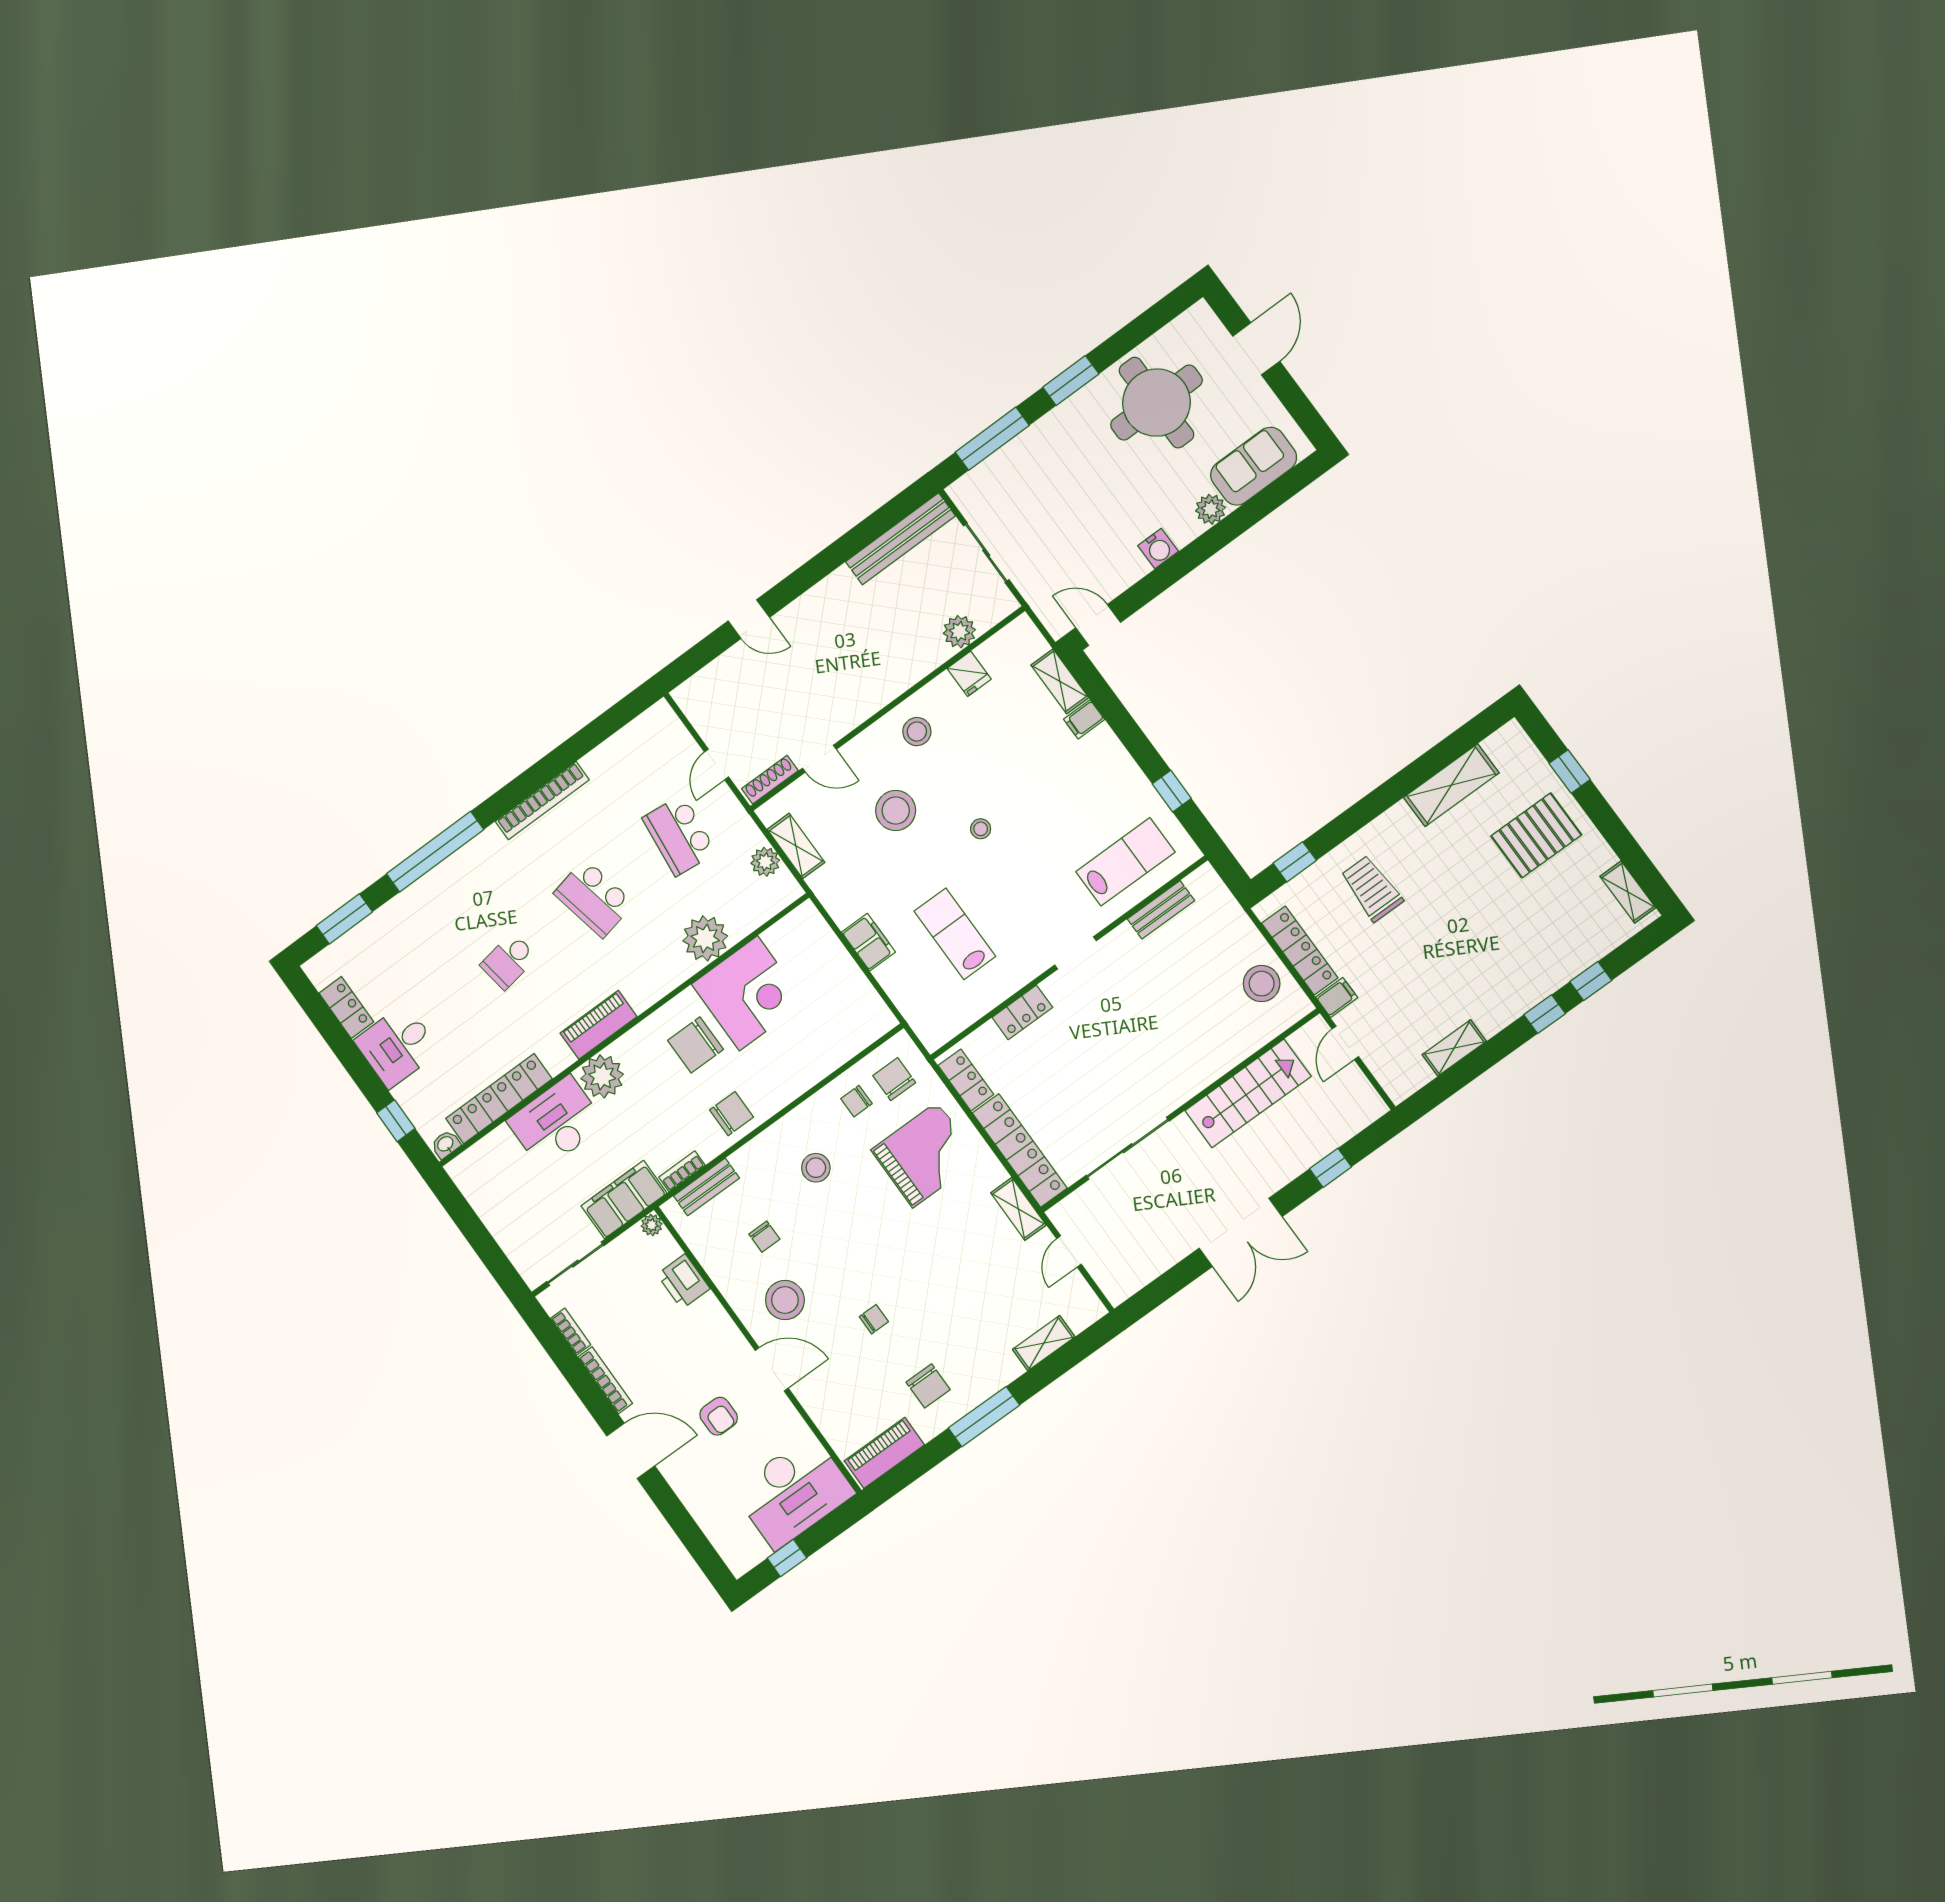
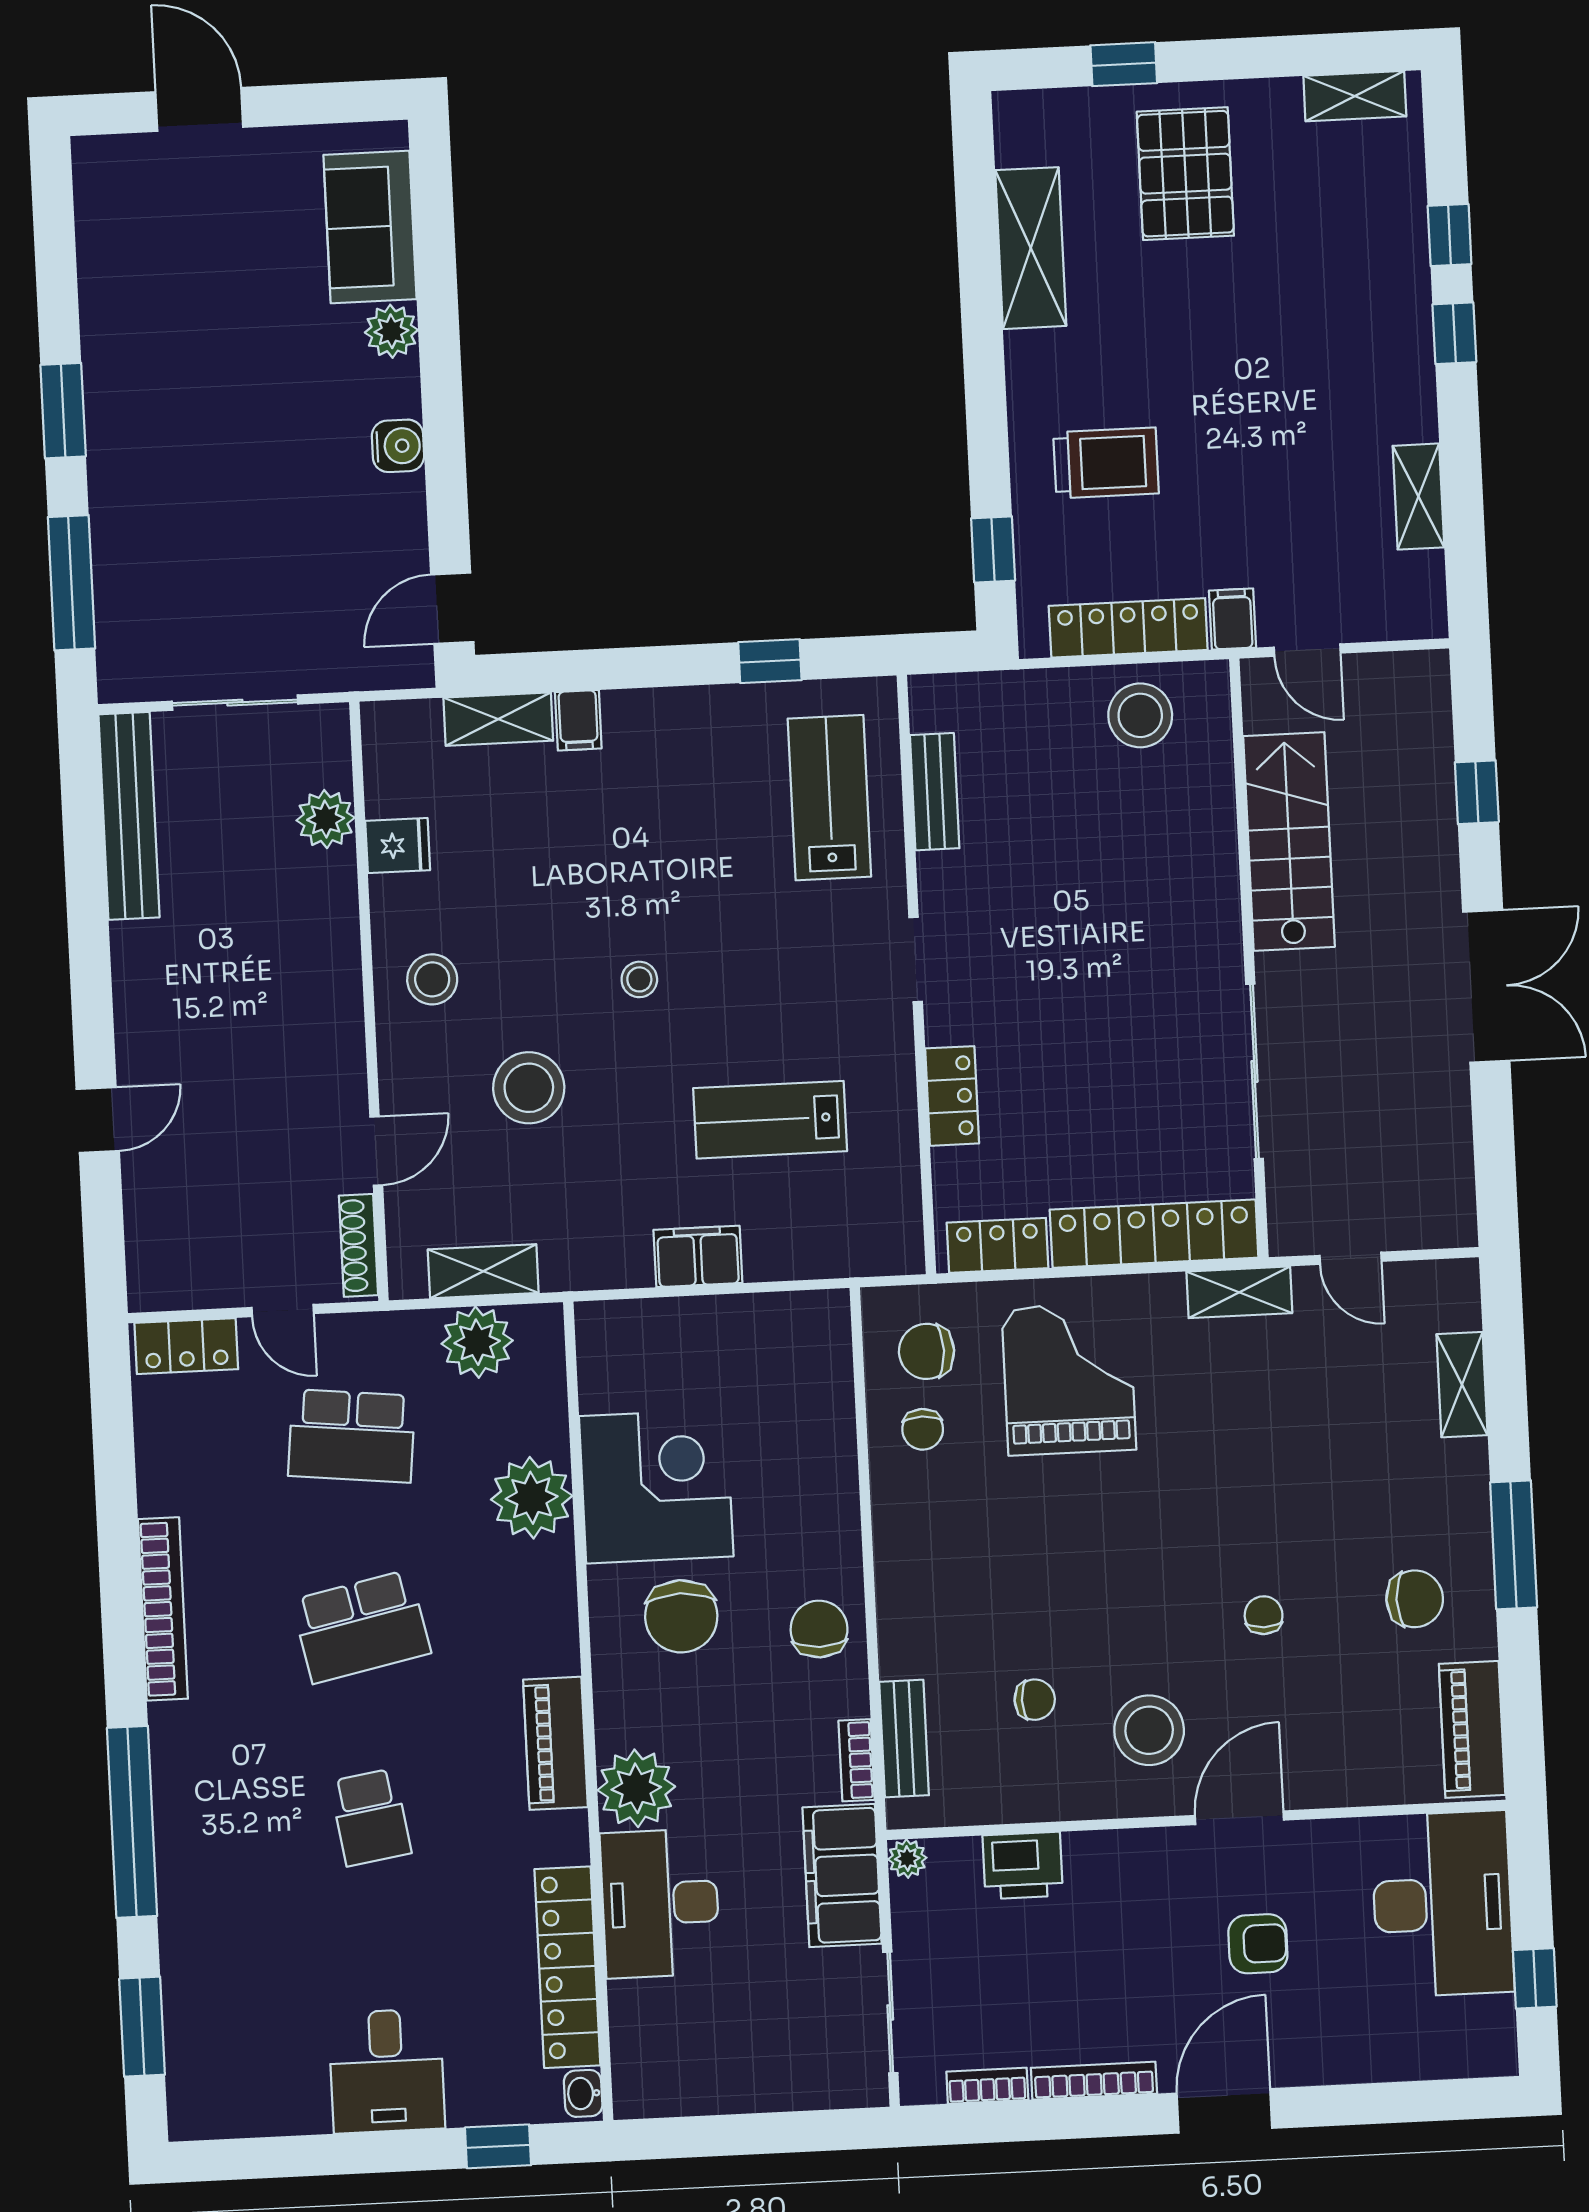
round table: (1156, 403) -> (180, 307), removed
plant: (765, 862) -> (477, 1342), width x1.36, depth x1.36
trolley: (1372, 888) -> (1106, 463), turned 180
locker: (346, 1007) -> (186, 1346), moved, turned 180
stool: (816, 1168) -> (982, 1555), removed

